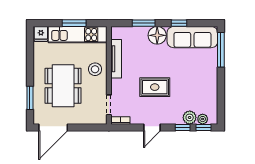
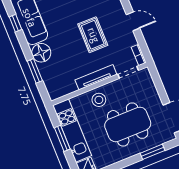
window: (179, 23) -> (15, 23), moved
tv unit: (116, 59) -> (96, 77), moved

